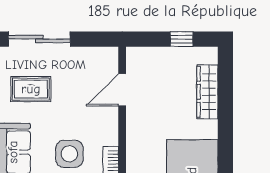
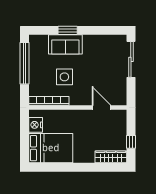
rug: (31, 89) -> (102, 54), removed
wardrobe: (207, 92) -> (111, 157), moved

